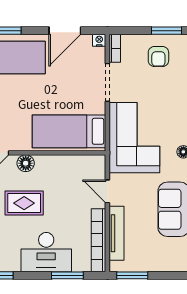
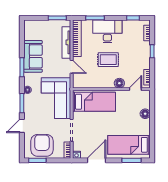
armchair: (158, 57) -> (42, 145), width x1.88, depth x1.88
rug: (24, 203) -> (108, 60), moved

